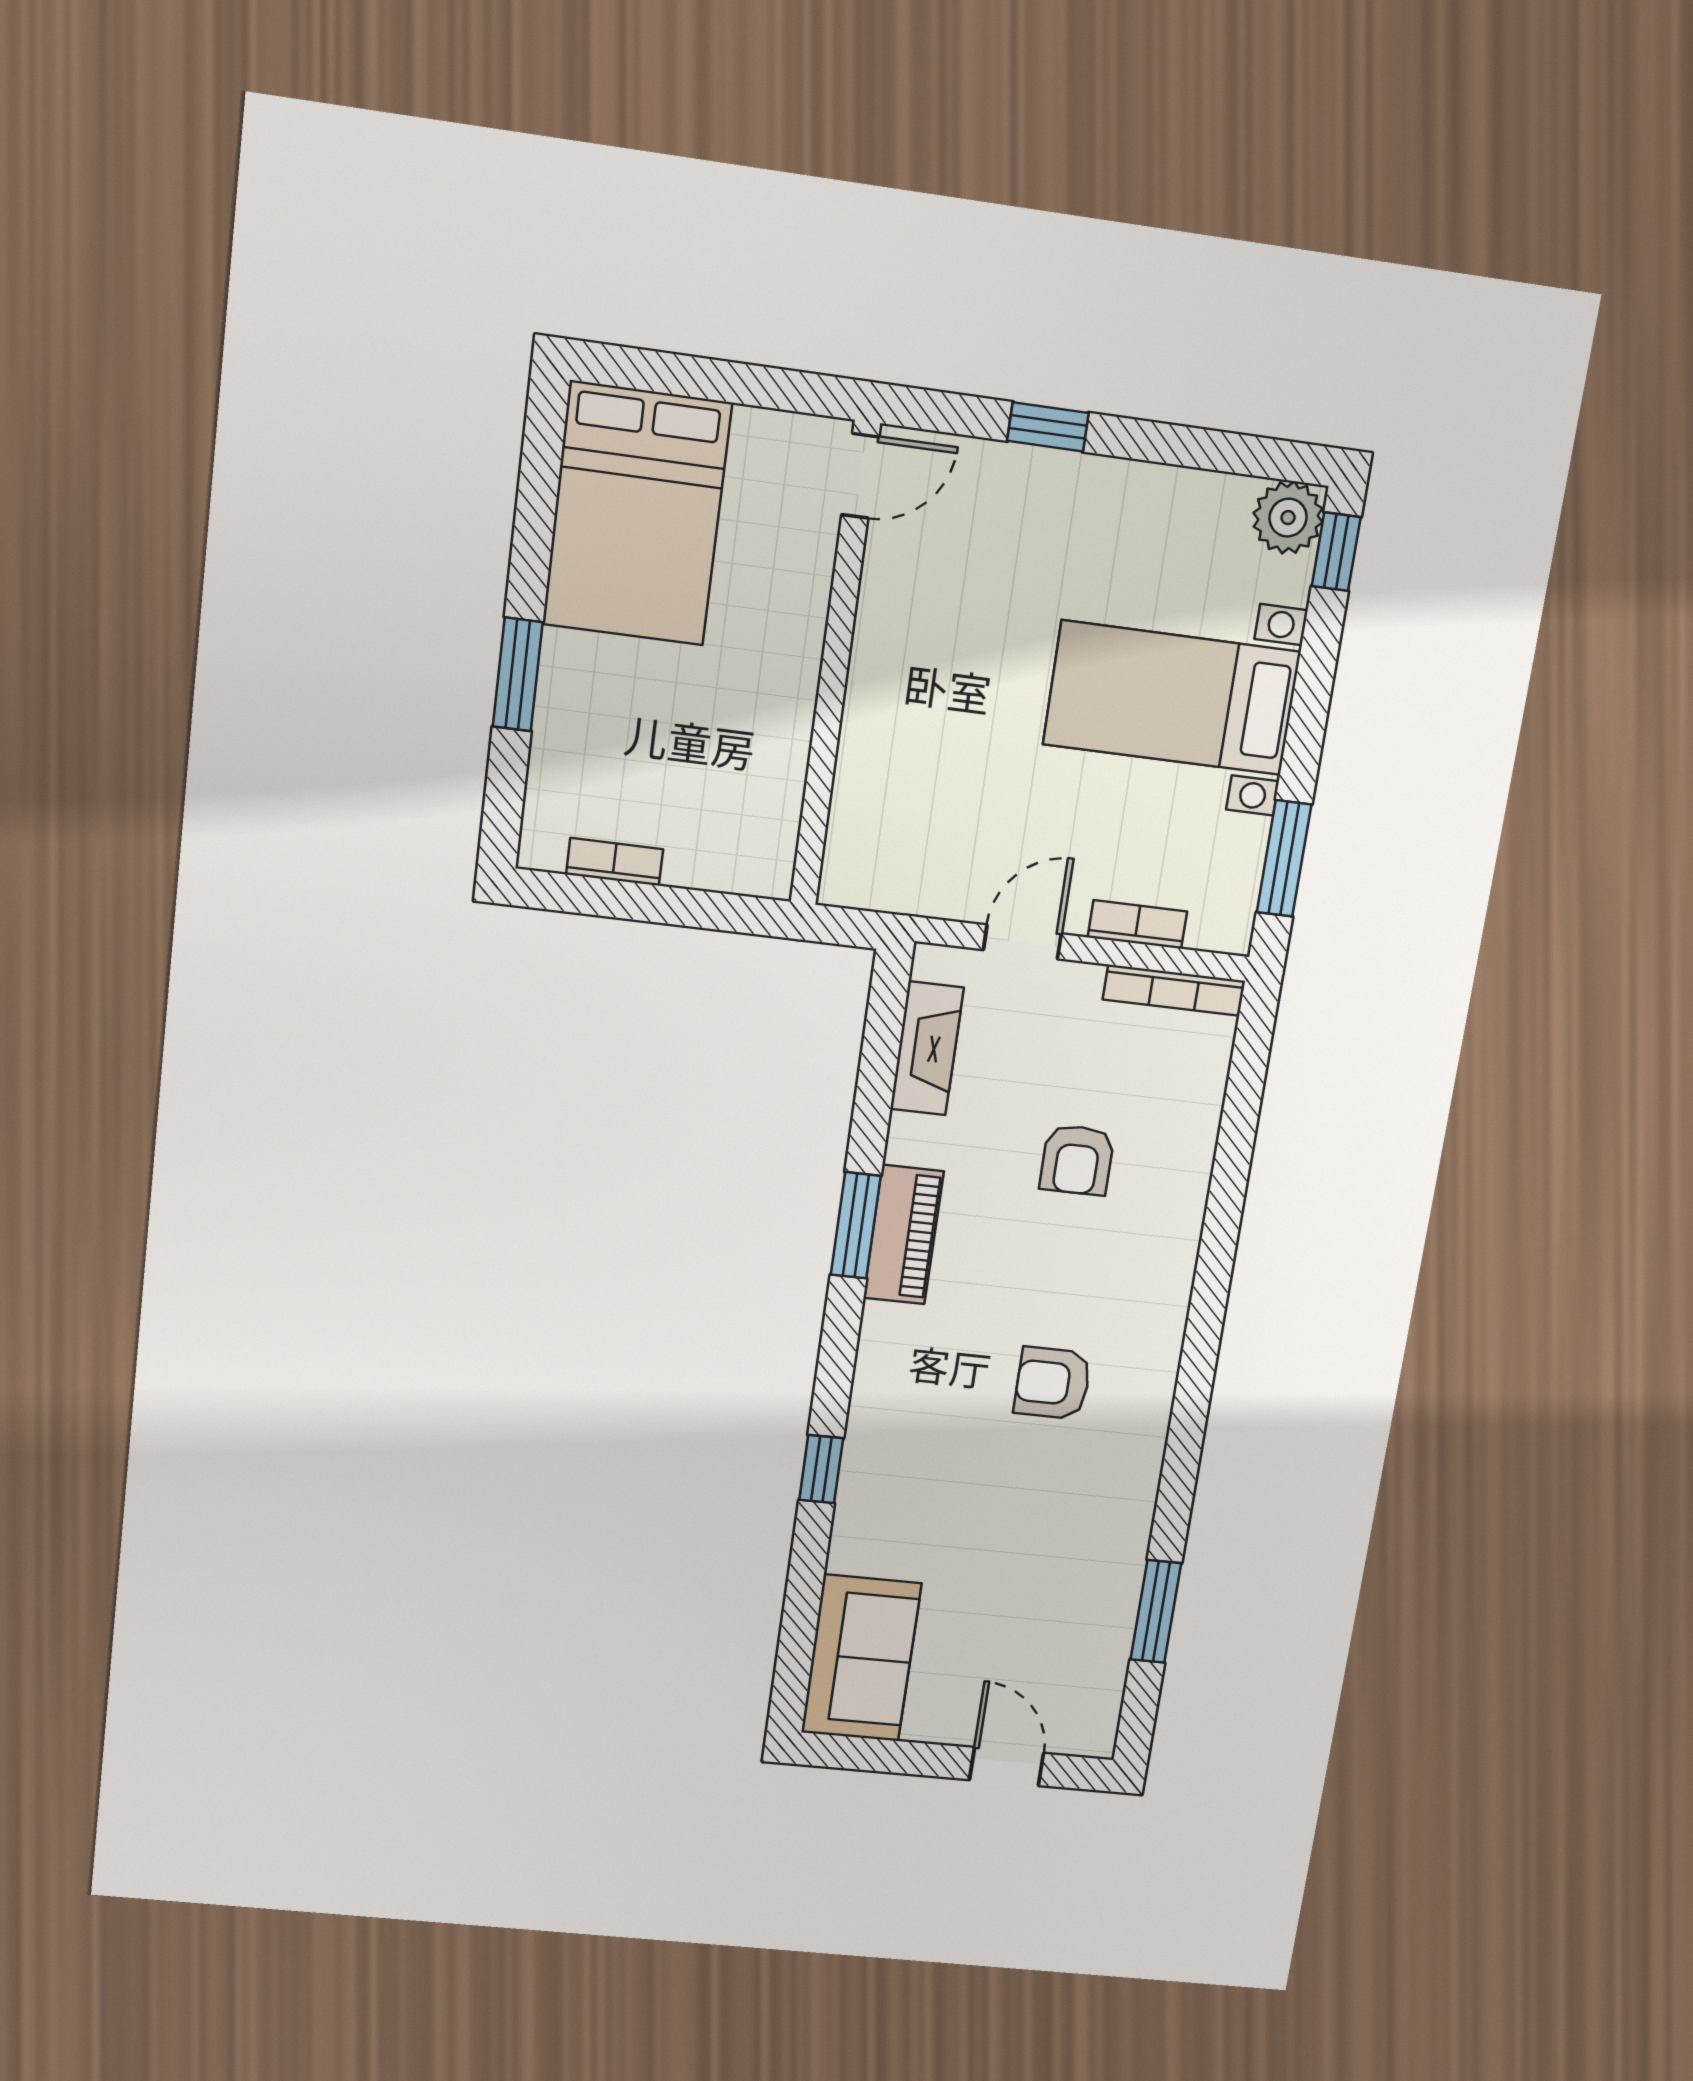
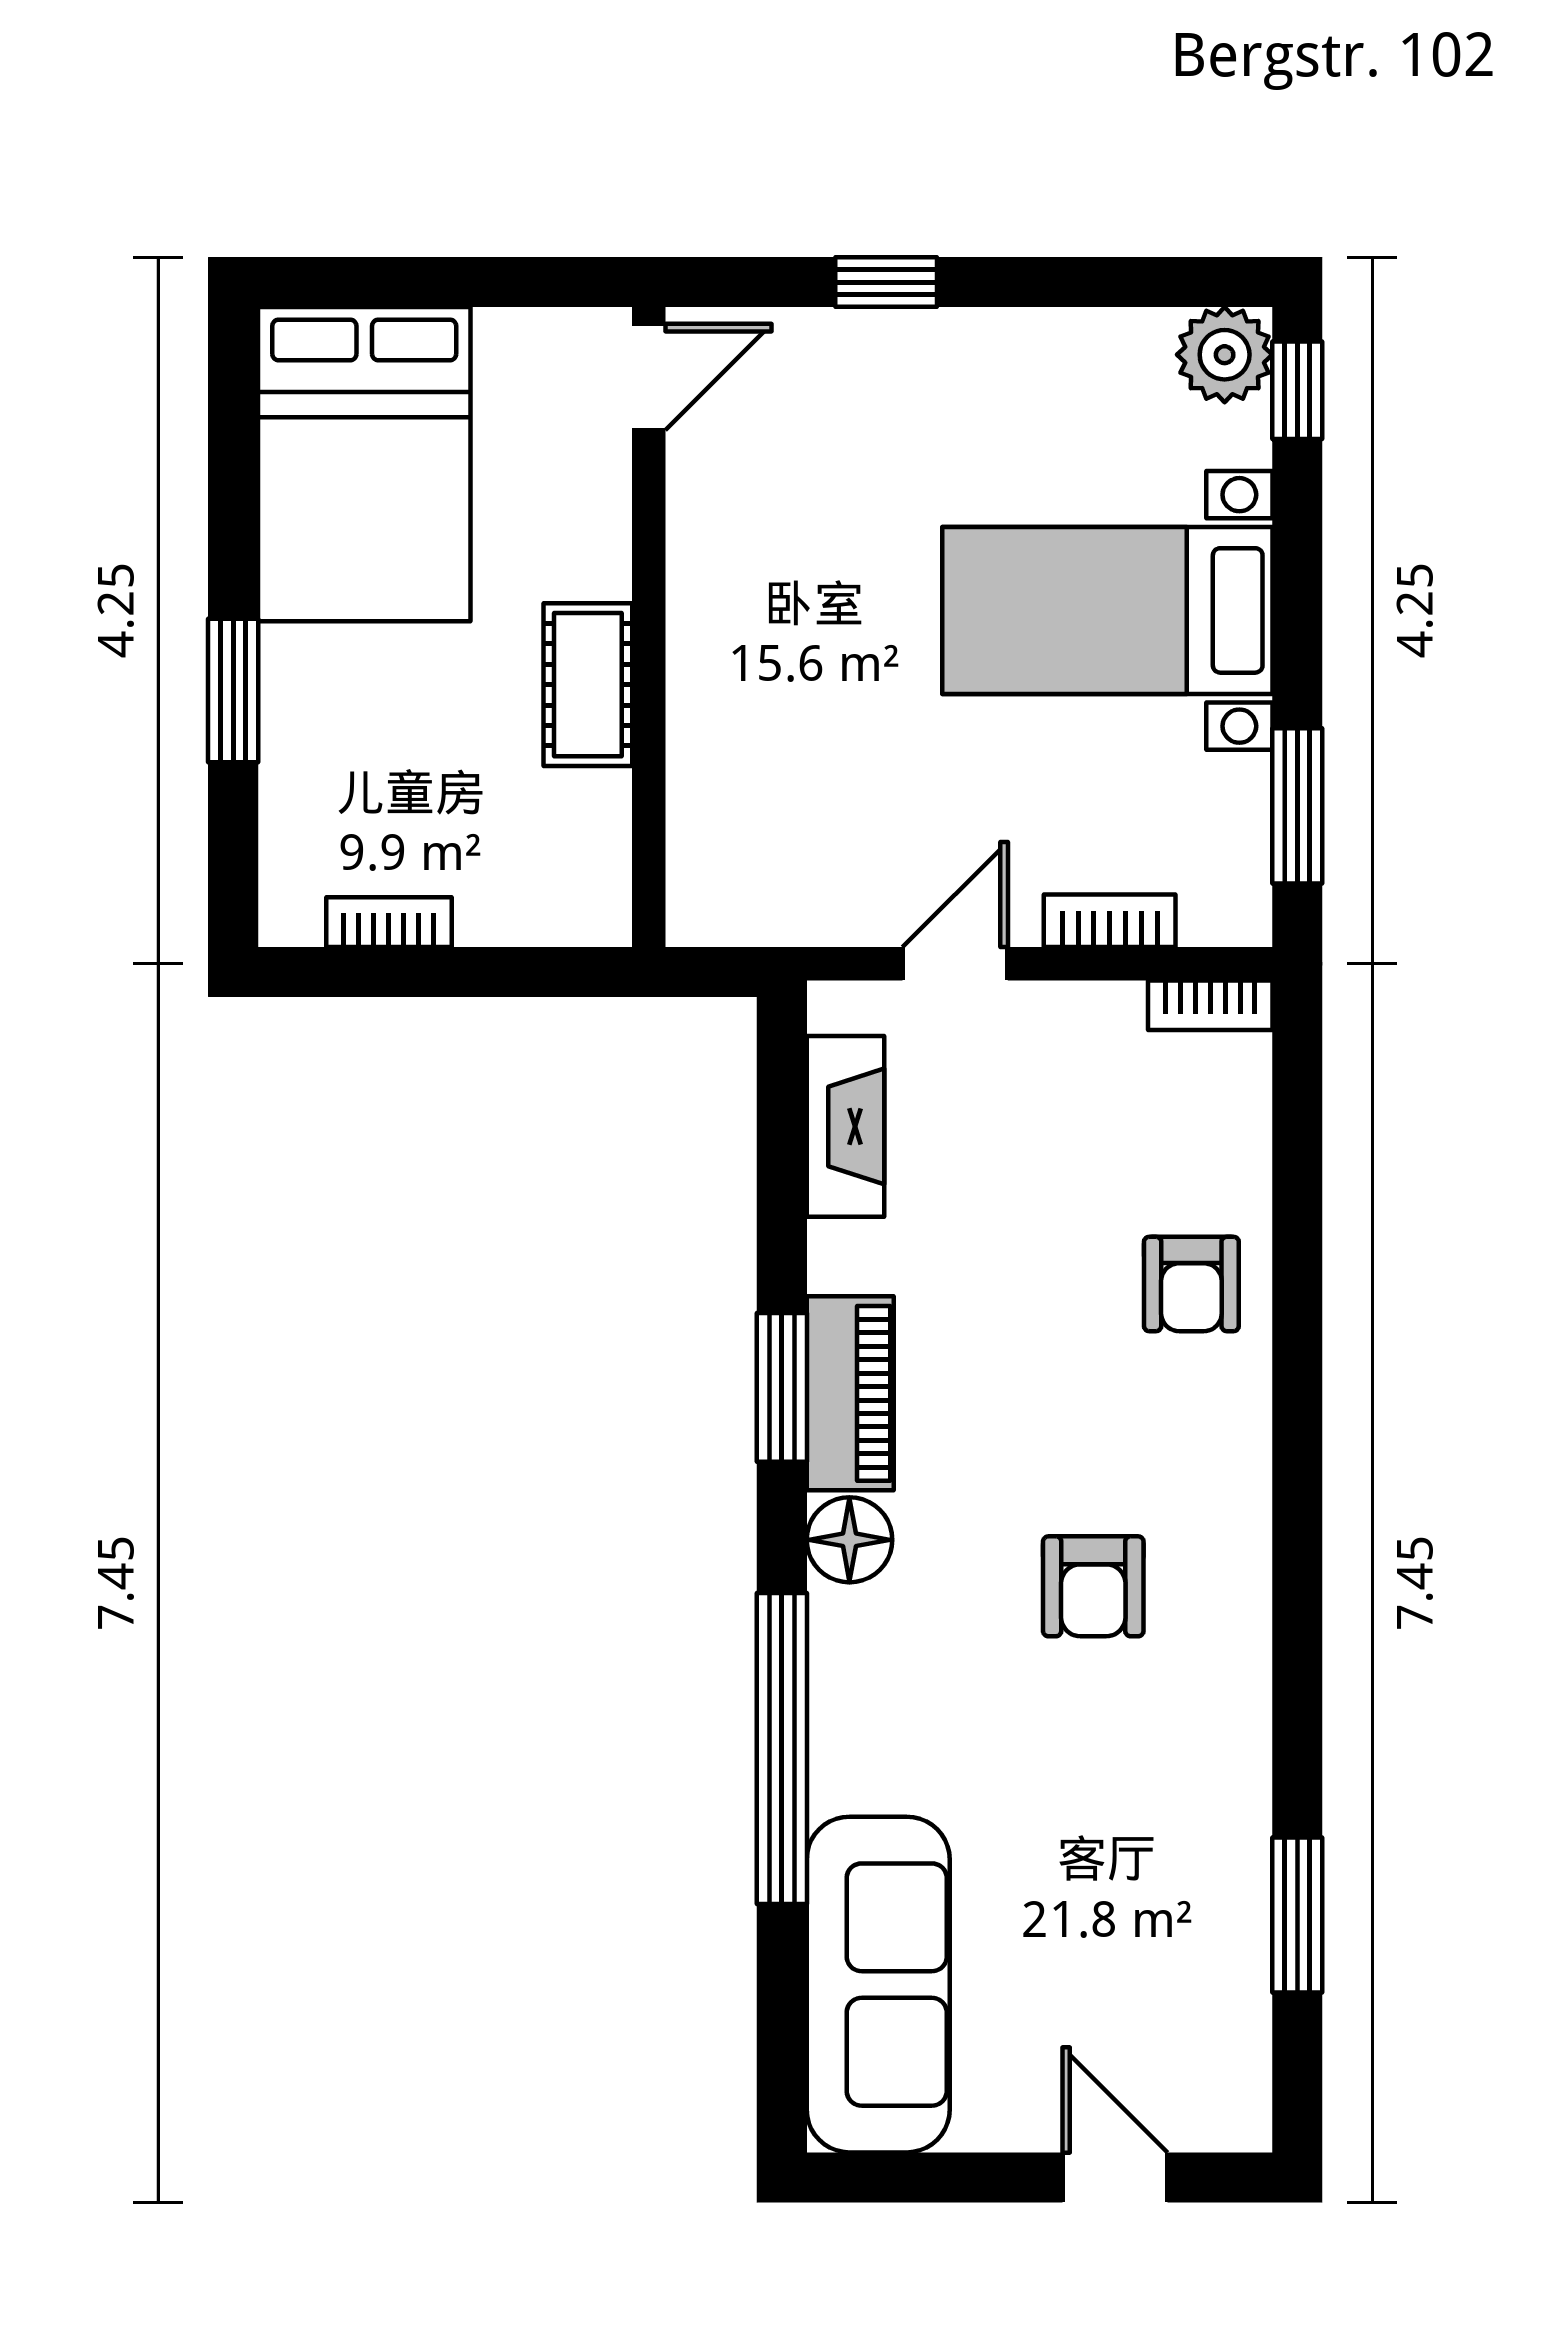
cot: (784, 704) -> (588, 685), added
bookcase: (1174, 990) -> (1210, 1005), width x0.64
armchair: (1077, 1160) -> (1191, 1284), moved
floor lamp: (888, 1334) -> (849, 1540), added
armchair: (1053, 1383) -> (1093, 1586), turned -90
window: (821, 1469) -> (782, 1748), width x3.17
sofa: (861, 1658) -> (878, 1985), width x1.36

